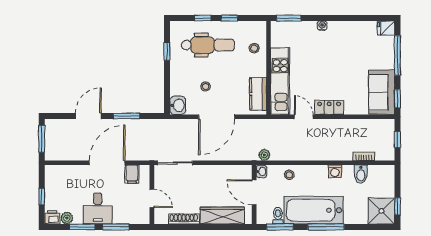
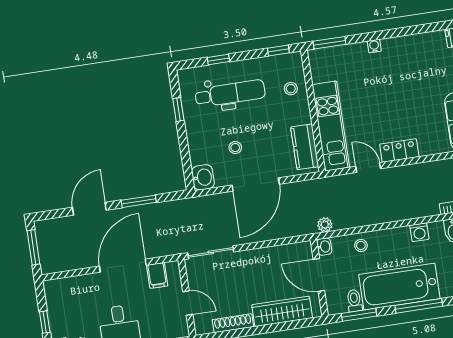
window: (229, 18) -> (278, 50), moved

